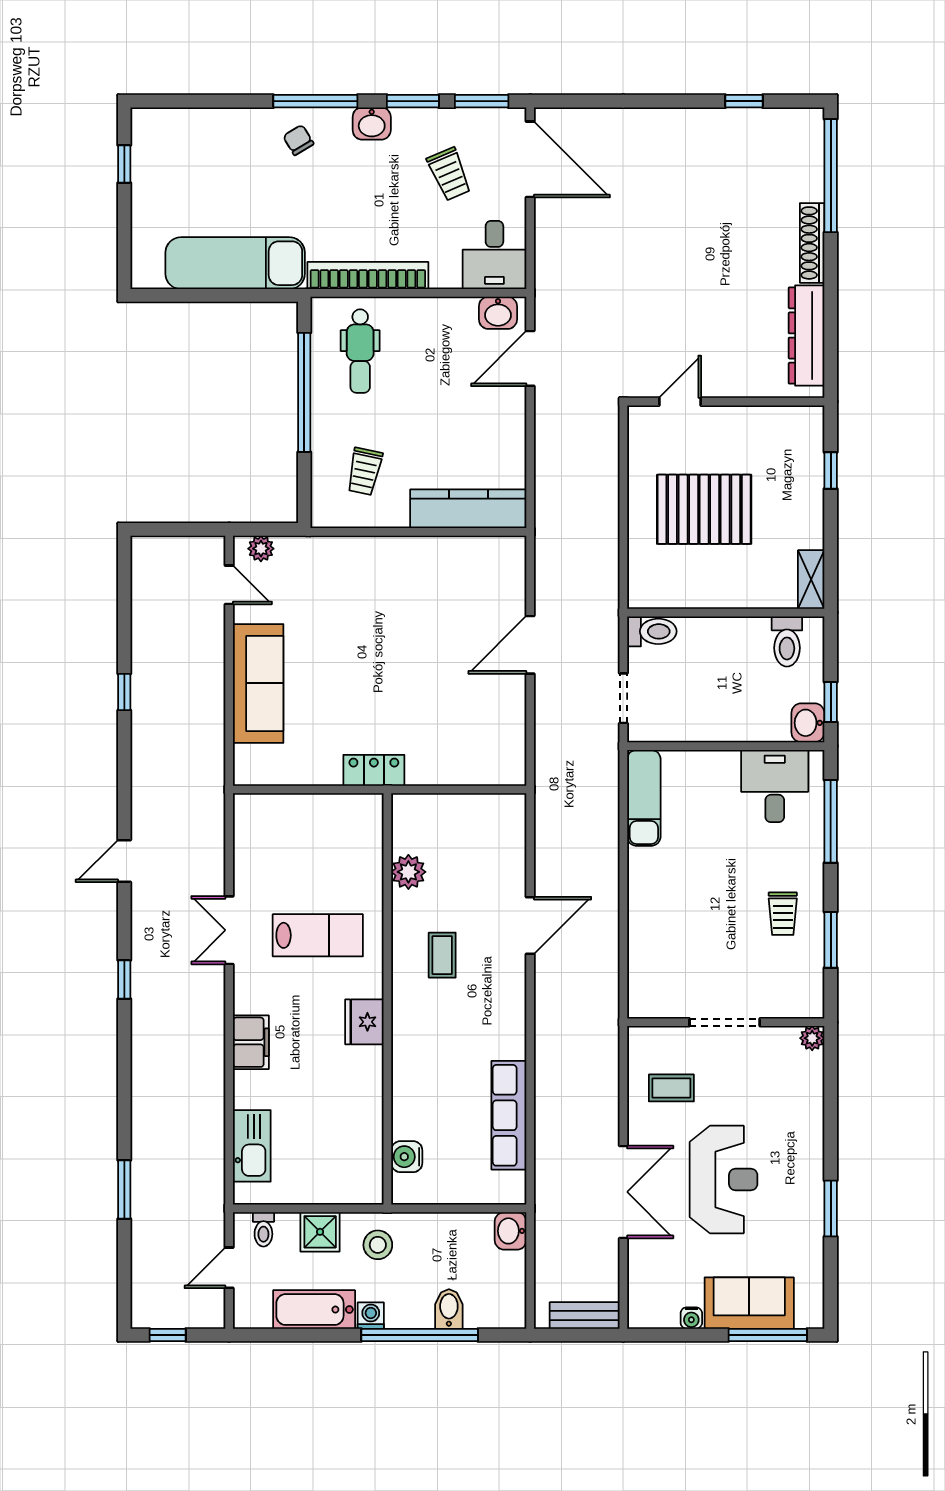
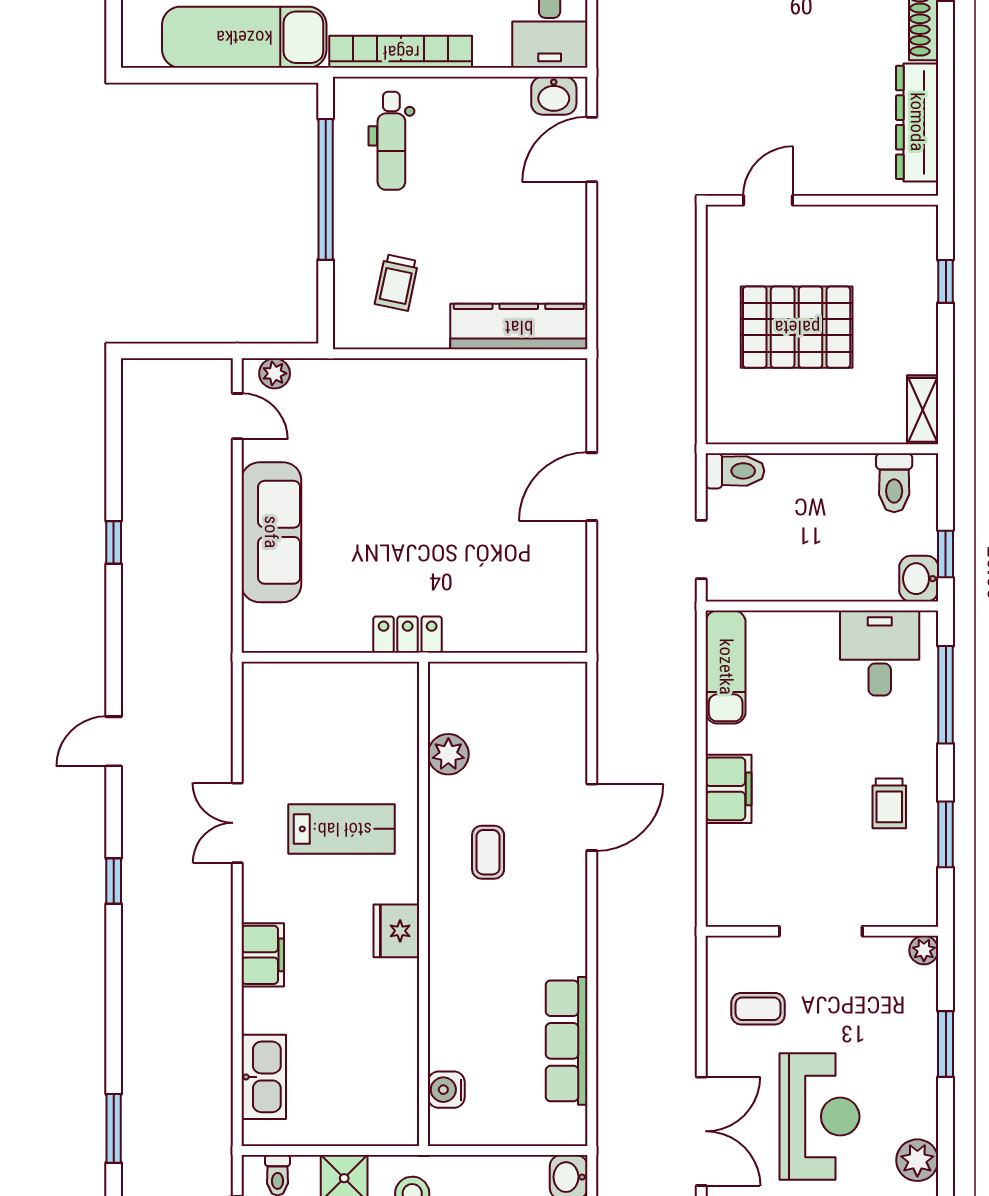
filing cabinet: (646, 901) -> (729, 789), added
window: (831, 1209) -> (946, 1044), moved
plant: (807, 1217) -> (917, 1160), added

